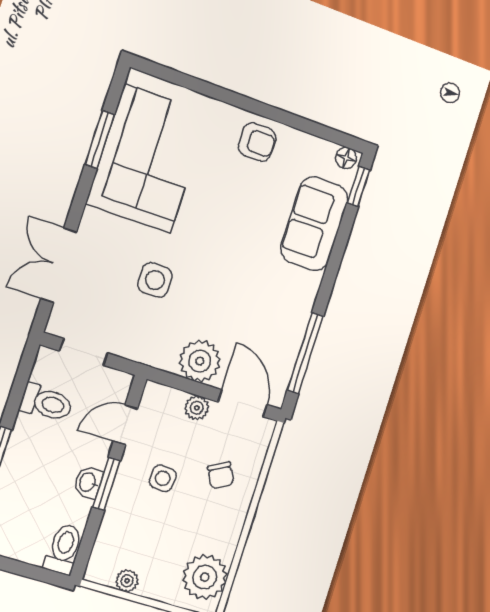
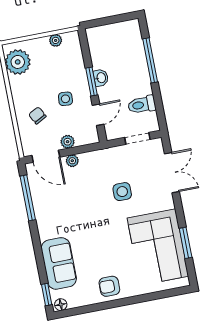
plant: (200, 361) -> (72, 161), width x0.53, depth x0.53
toilet: (64, 549) -> (95, 40), removed

